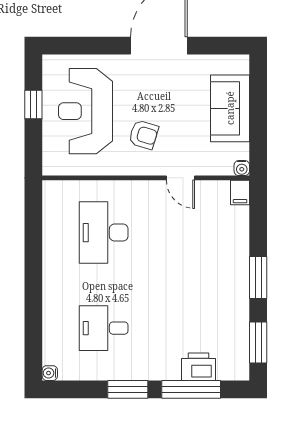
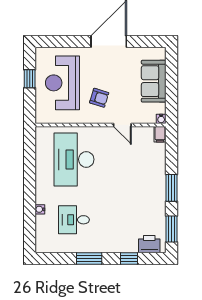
desk: (104, 233) -> (74, 159), width x1.36, depth x1.30
printer: (198, 367) -> (149, 244), moved
water cooler: (50, 373) -> (40, 209), moved
window: (191, 389) -> (129, 258), width x0.46

